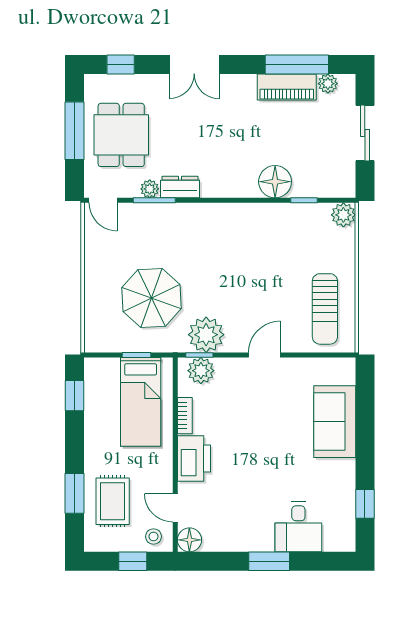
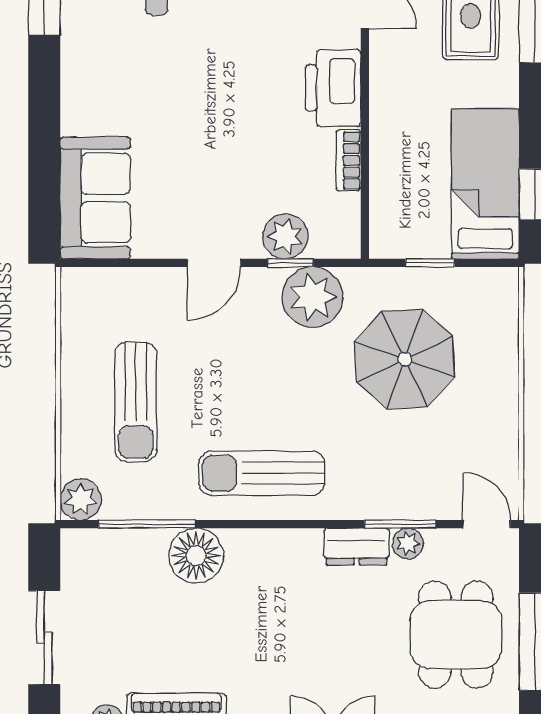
window: (304, 200) -> (147, 524), width x2.17
sun lounger: (236, 231) -> (262, 473), added
sun lounger: (325, 309) -> (136, 402), moved, turned 180
window: (199, 355) -> (290, 263), moved
plant: (201, 371) -> (285, 236), moved
bed: (141, 402) -> (485, 184), moved
sofa: (335, 422) -> (95, 198), moved

